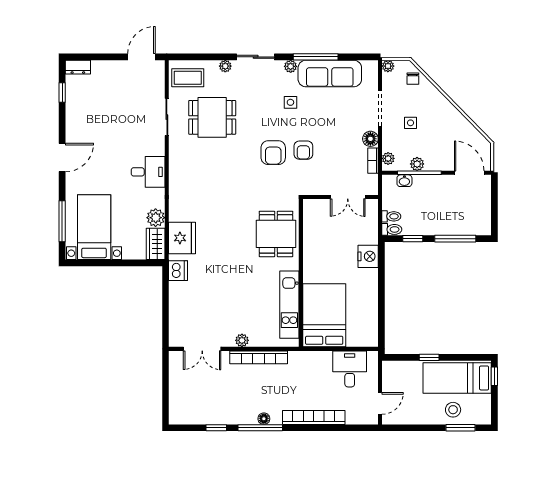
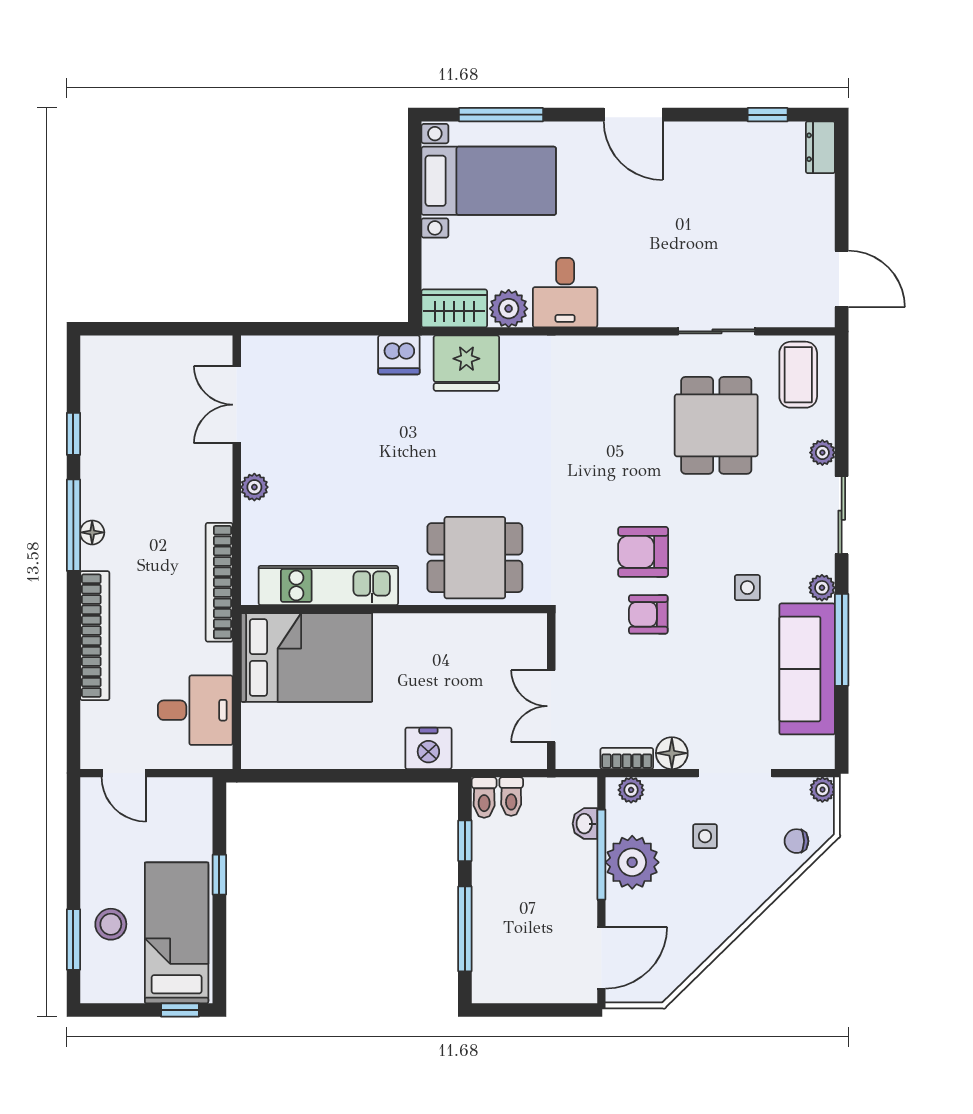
plant: (417, 164) -> (632, 862), width x1.88, depth x1.88
desk: (148, 172) -> (565, 293), moved
bookcase: (259, 357) -> (219, 582), moved

